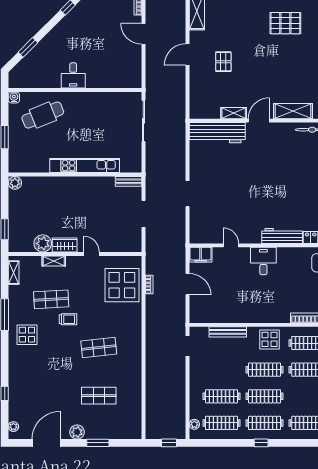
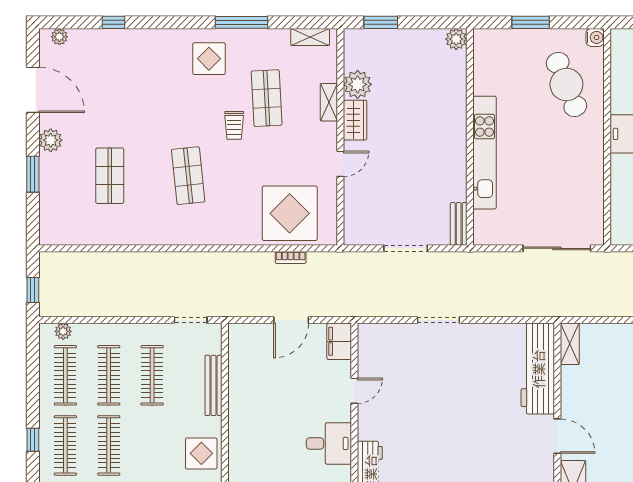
shelving: (234, 113) -> (570, 344), moved
clothes rail: (265, 370) -> (152, 375), moved

